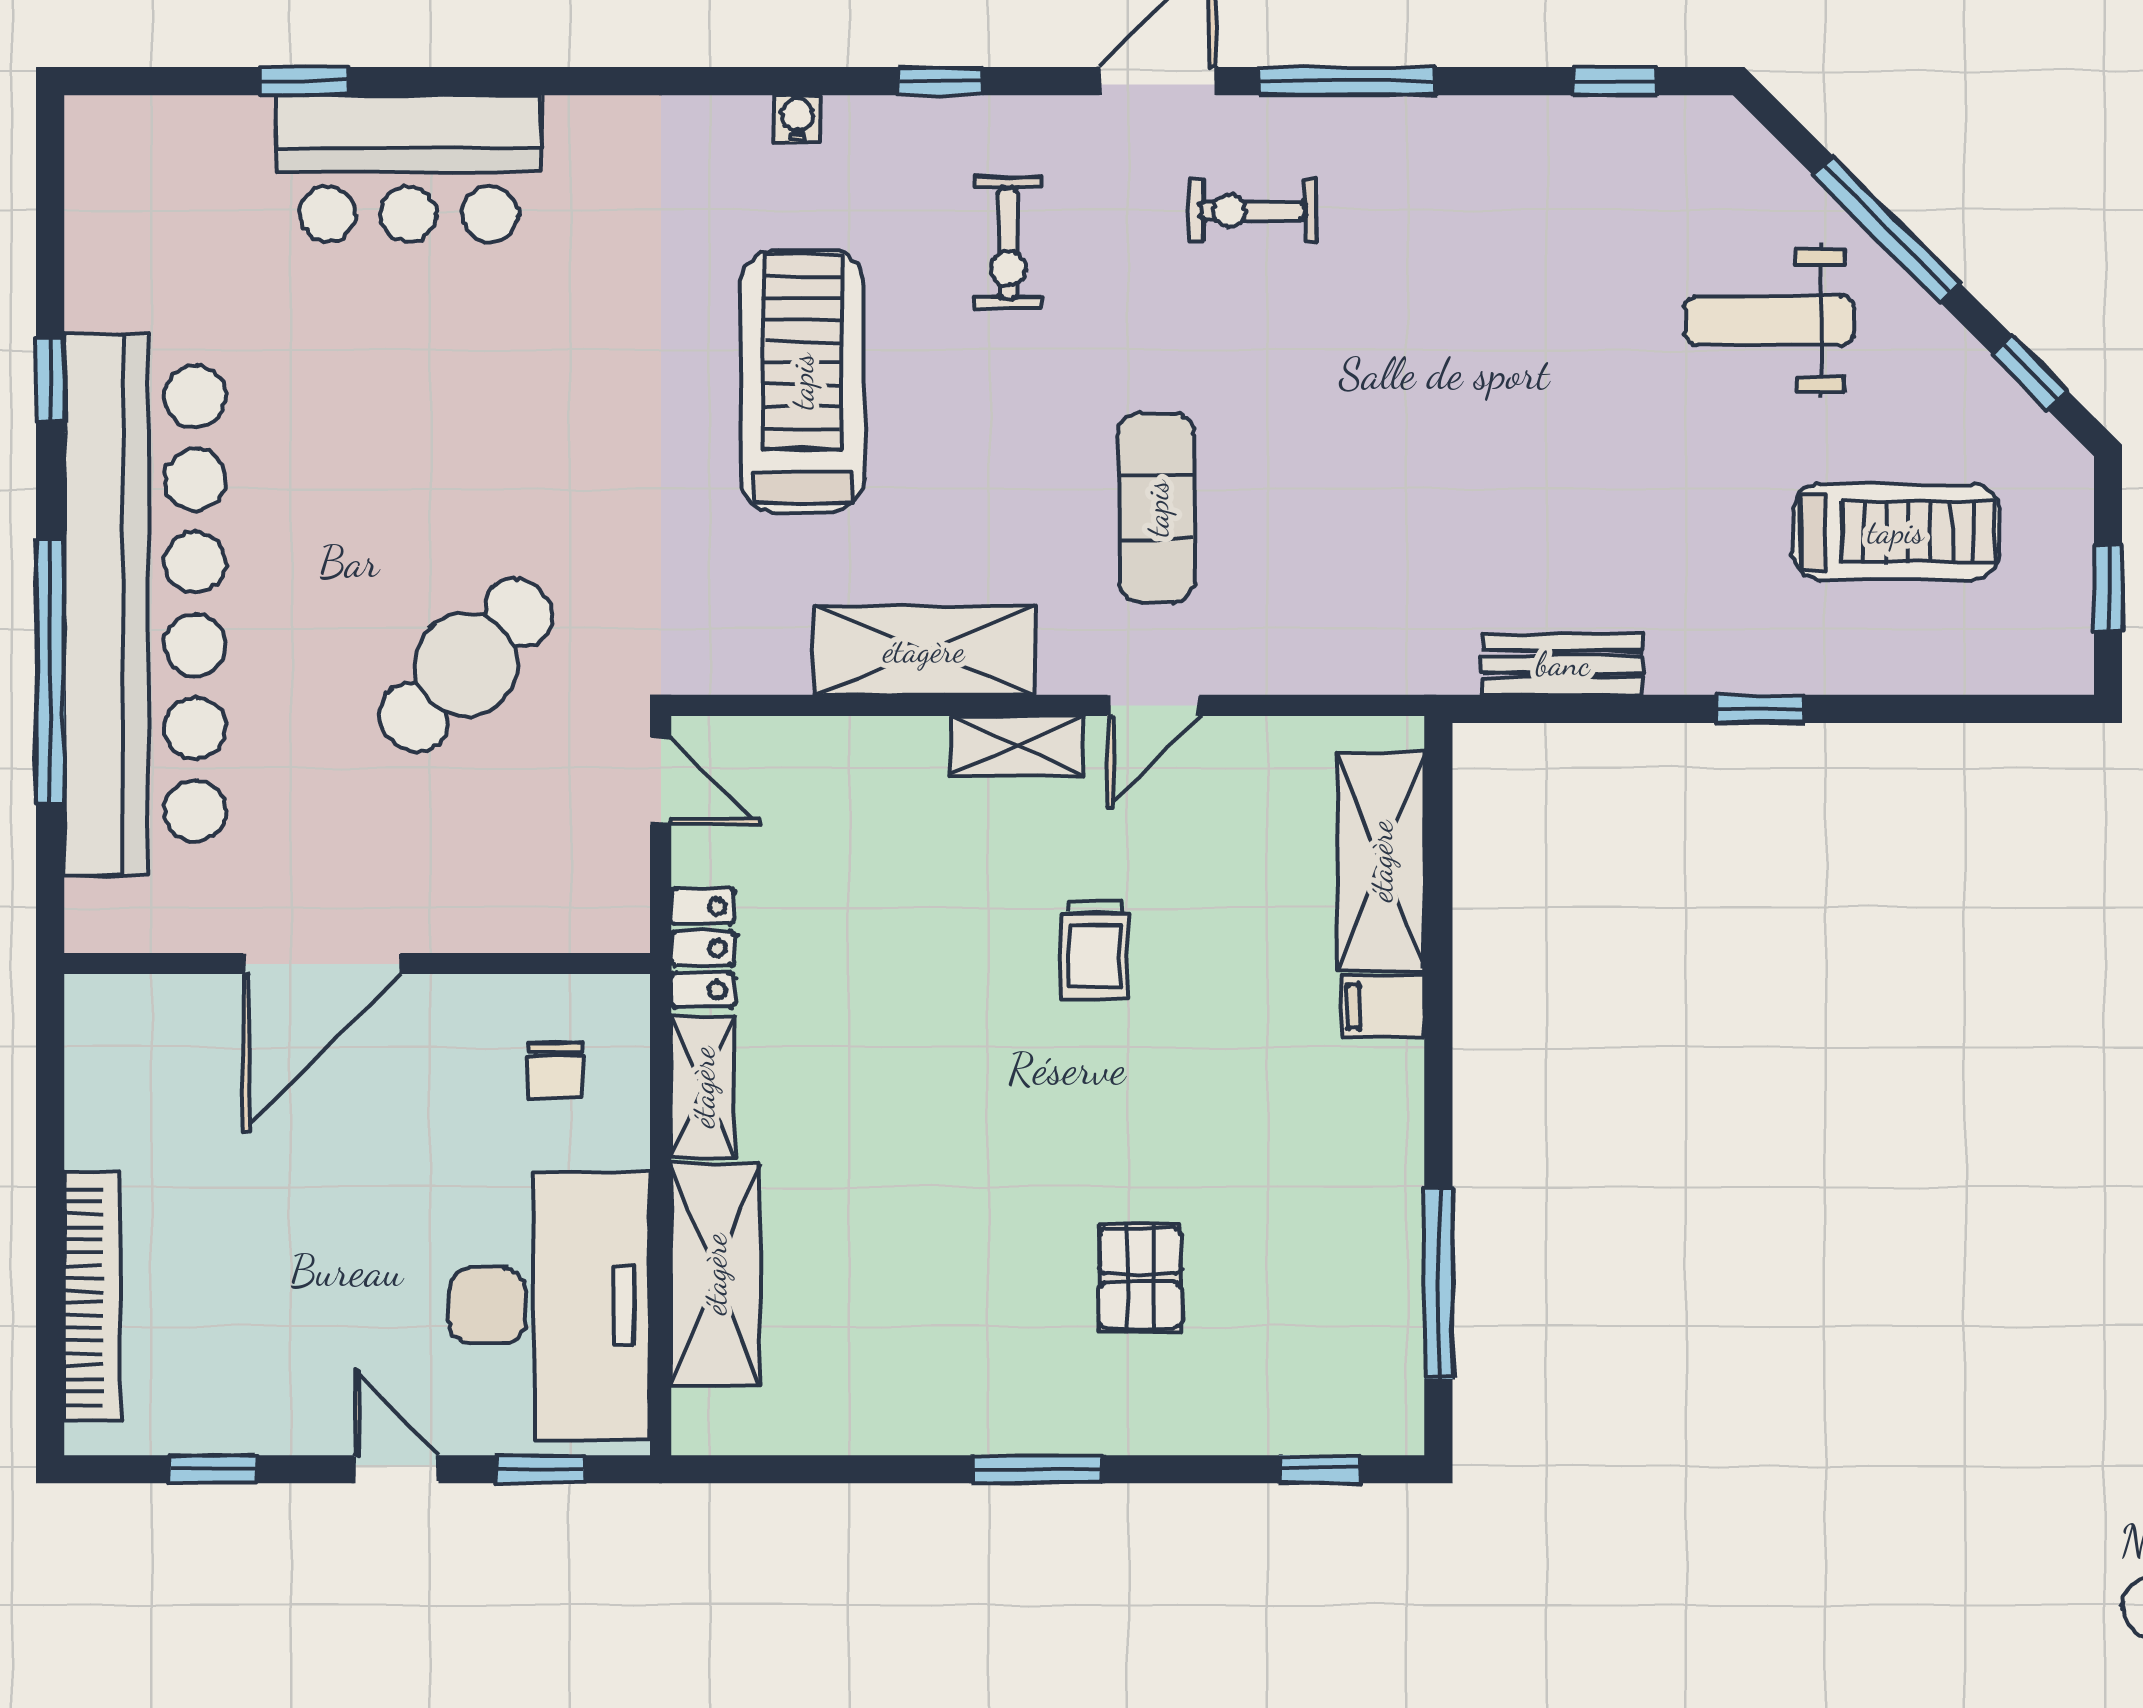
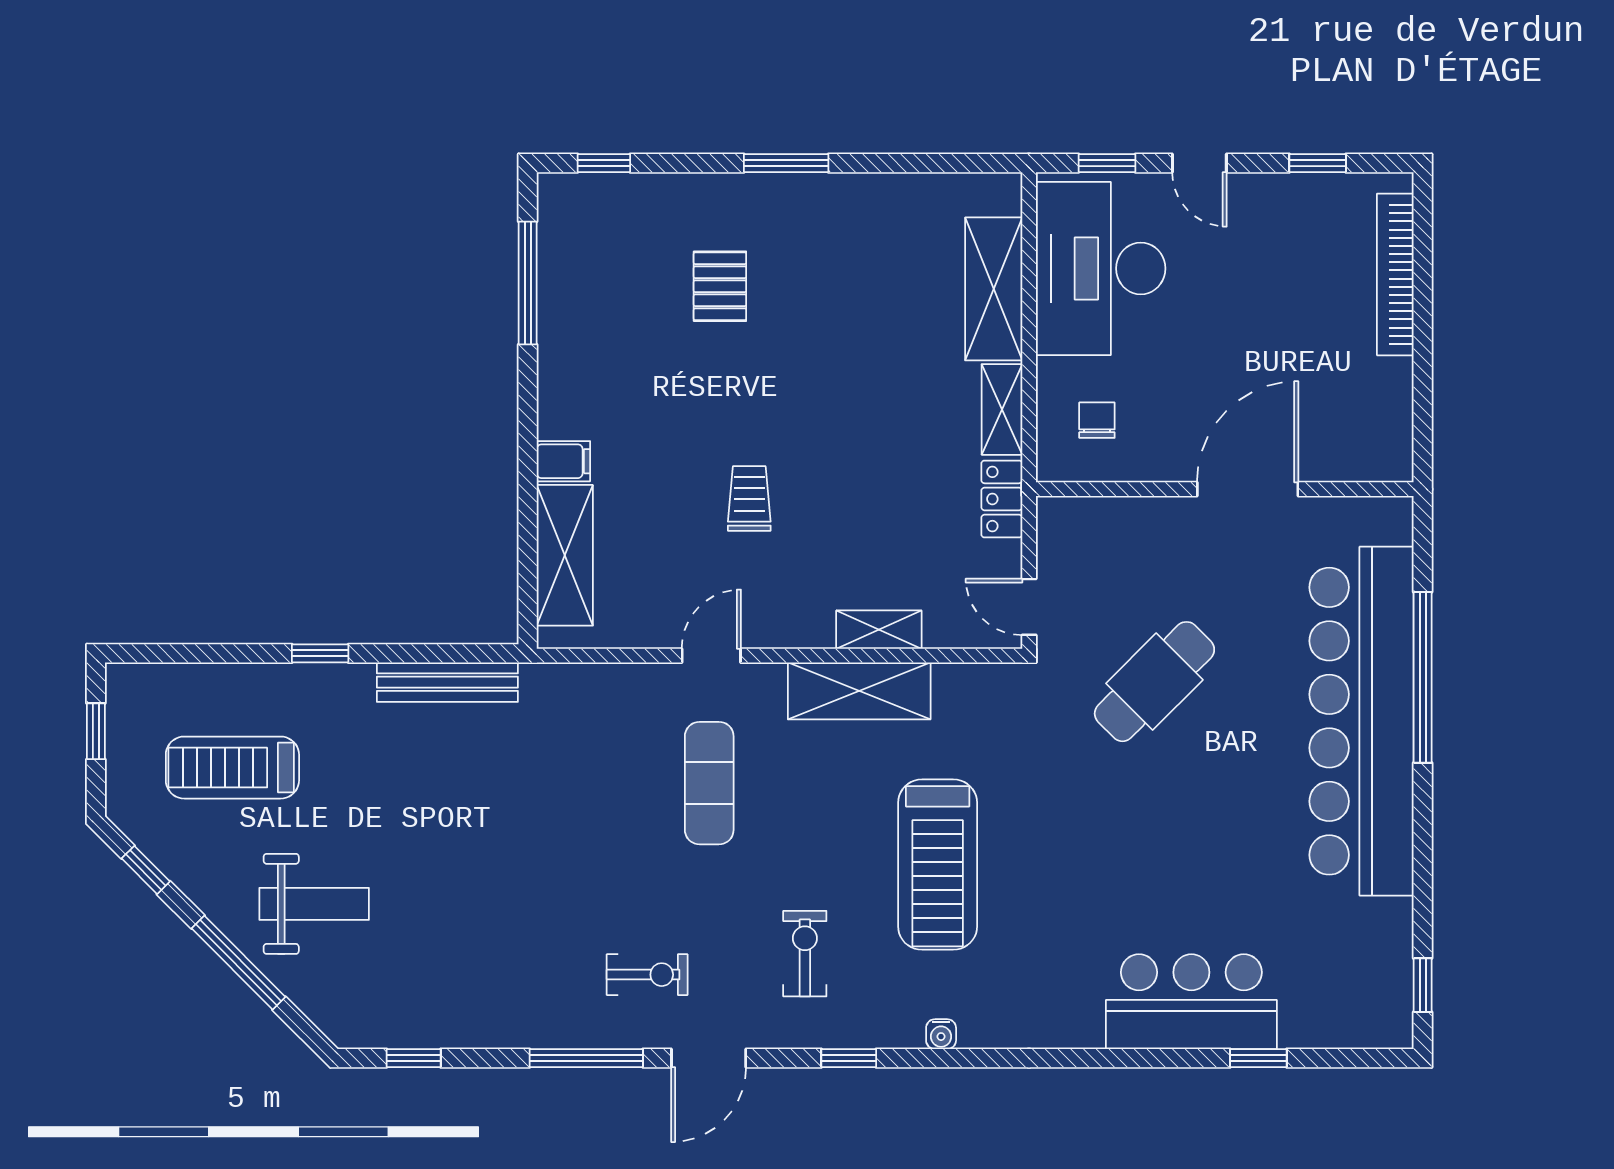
window: (50, 379) -> (1423, 985), moved
bench: (1563, 664) -> (447, 682), width x1.36
shelving: (1016, 746) -> (879, 630), moved

